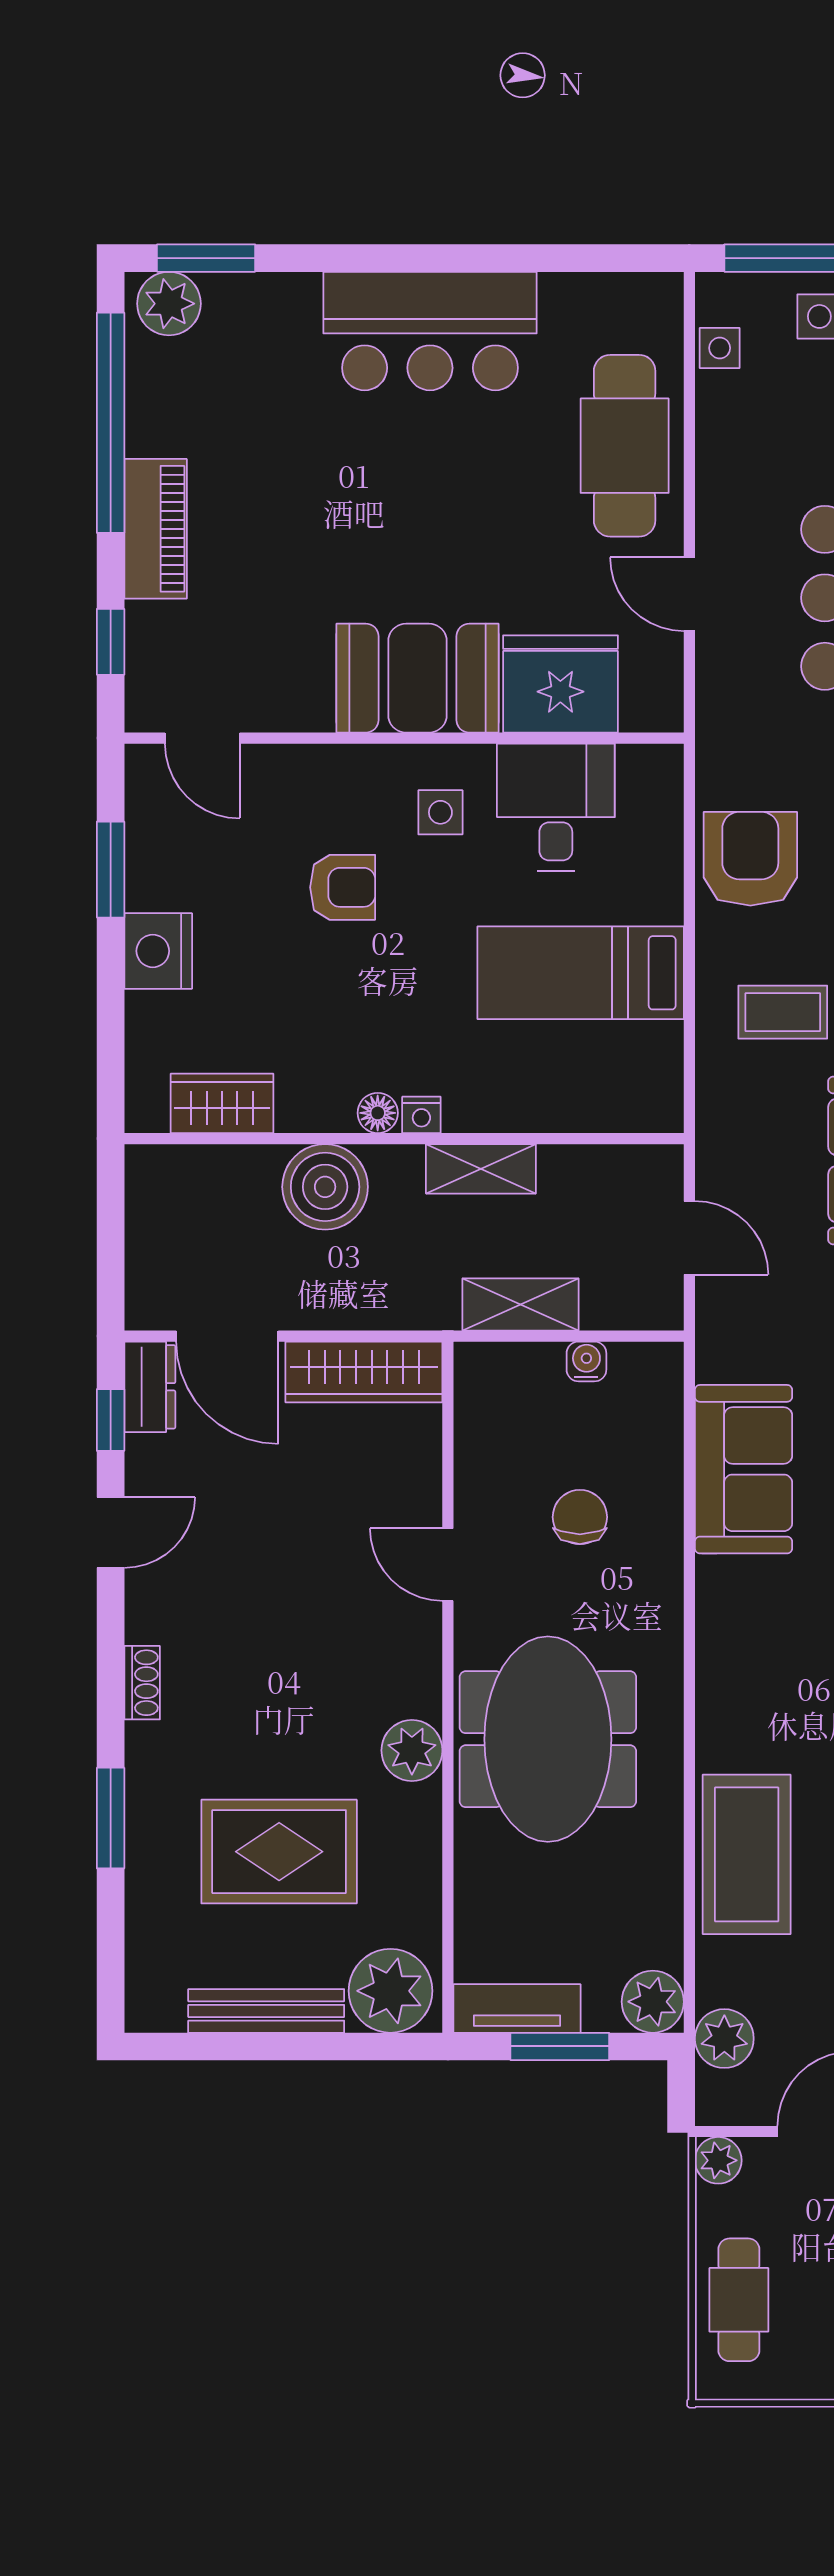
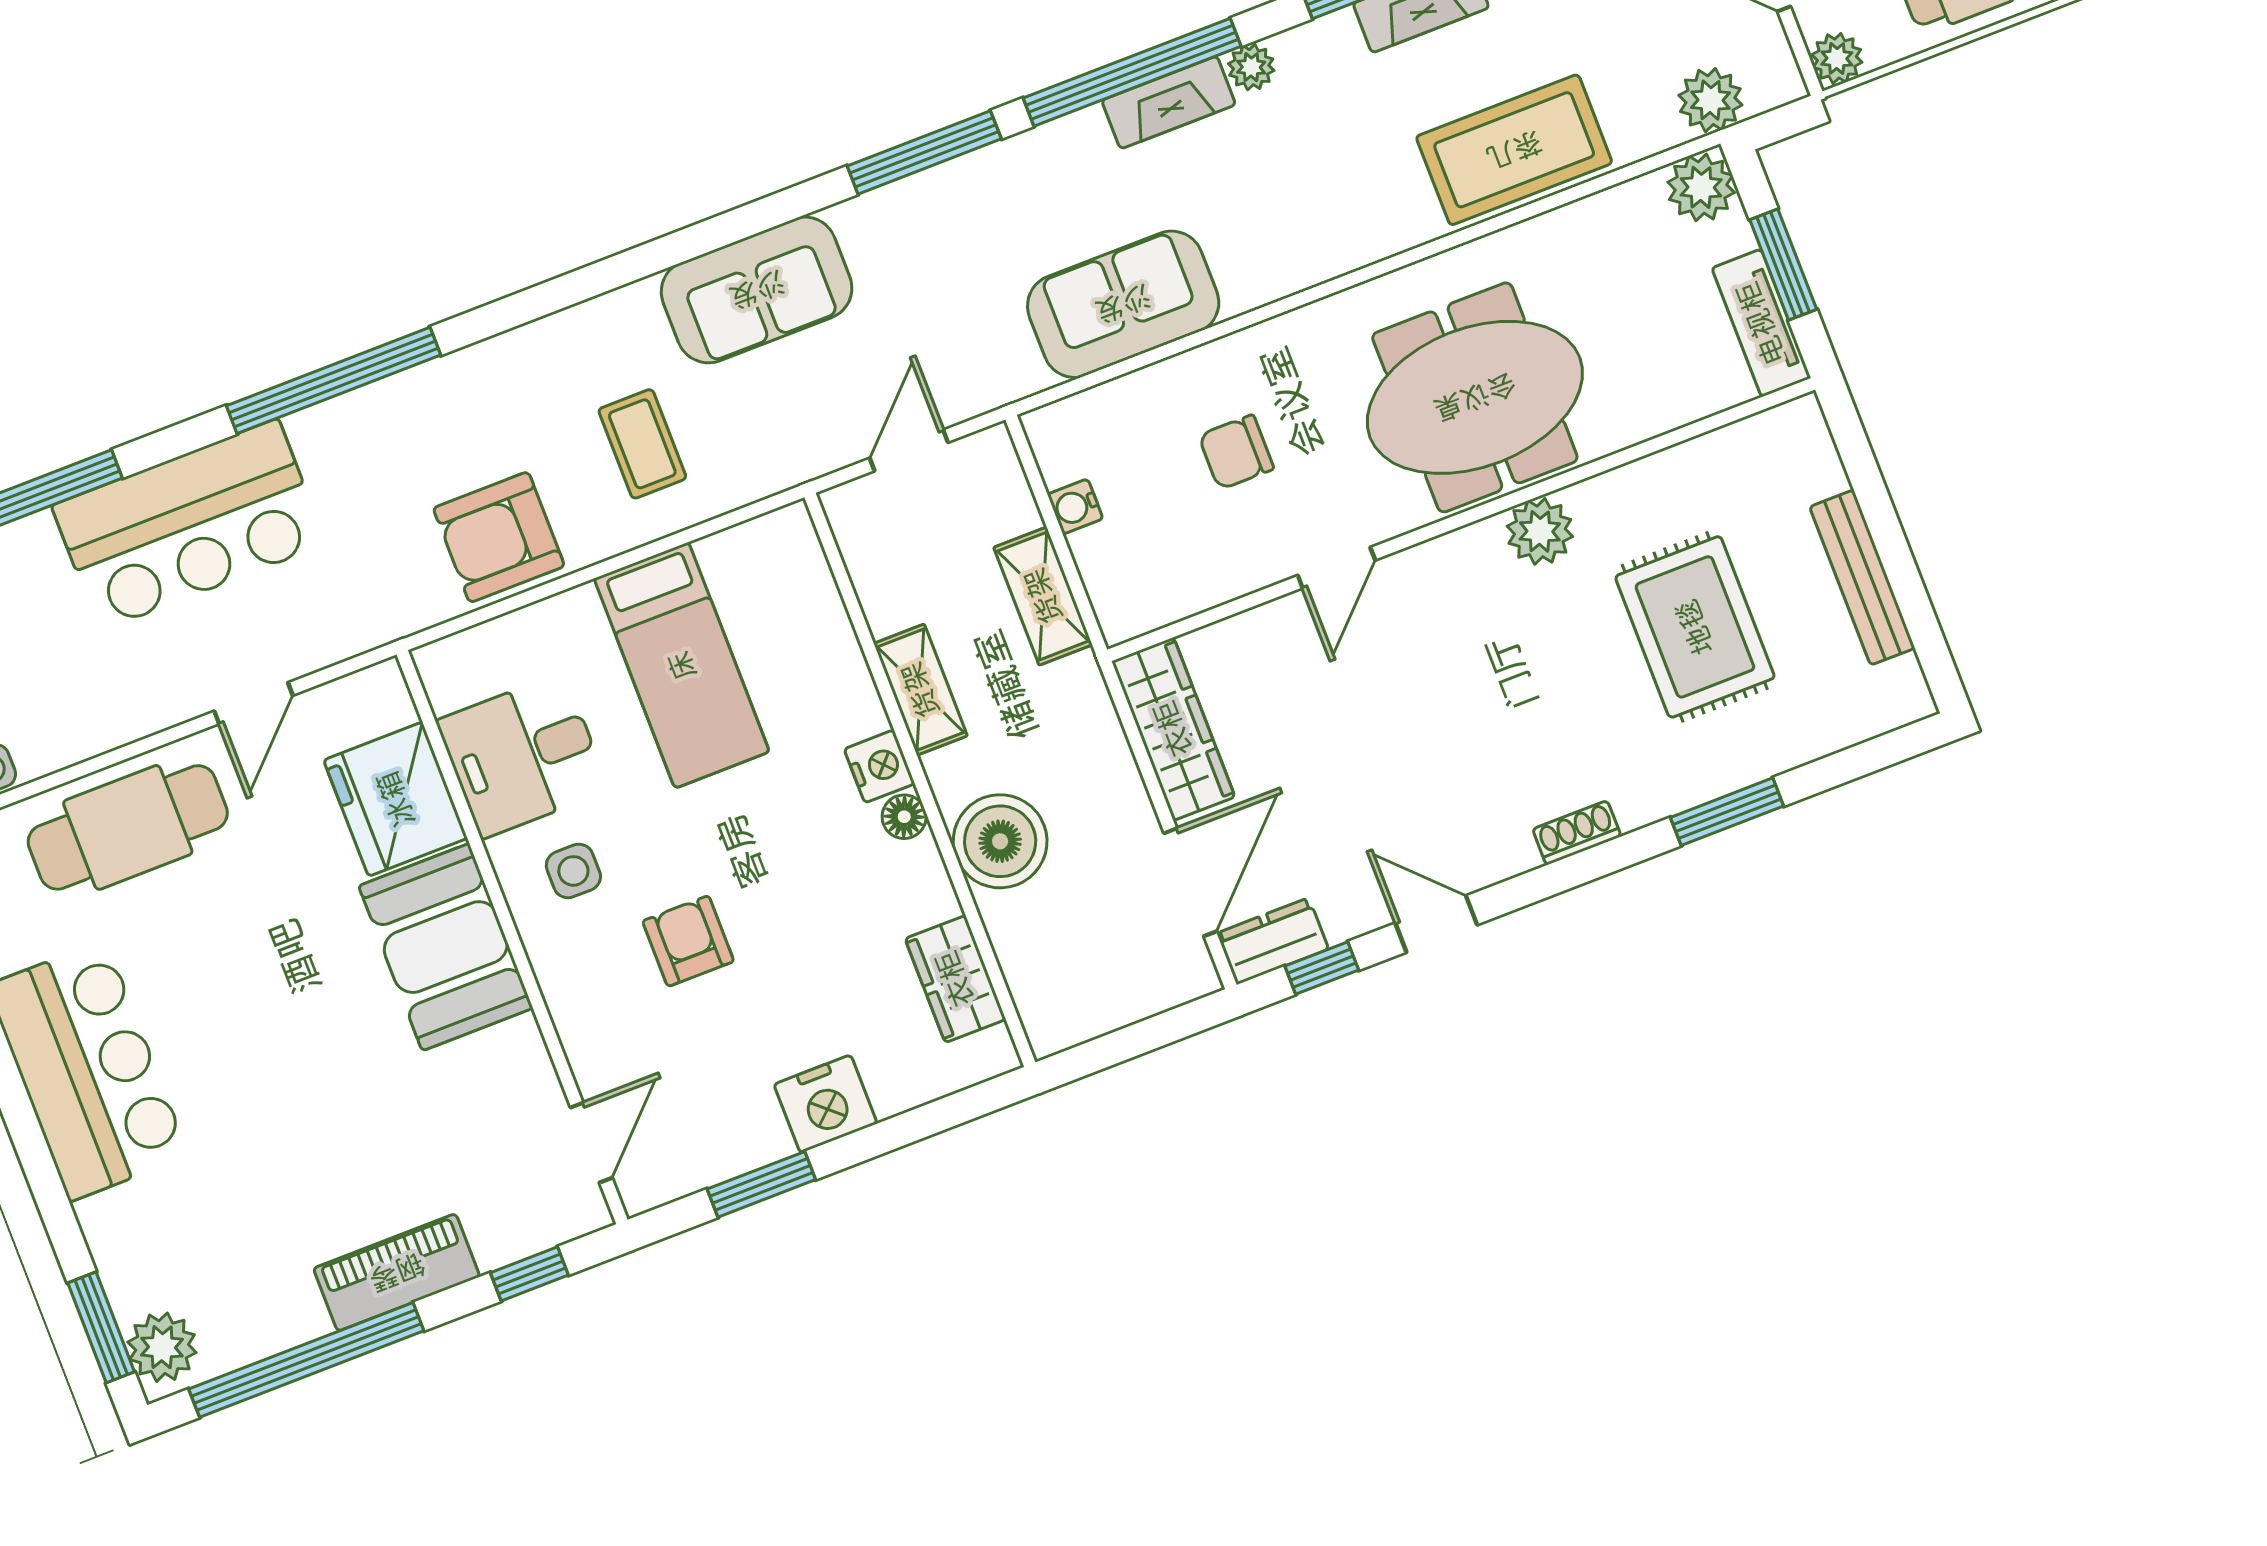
nightstand: (421, 1115) -> (879, 766), width x1.39, depth x1.35
plant: (390, 1991) -> (1793, 459), removed

